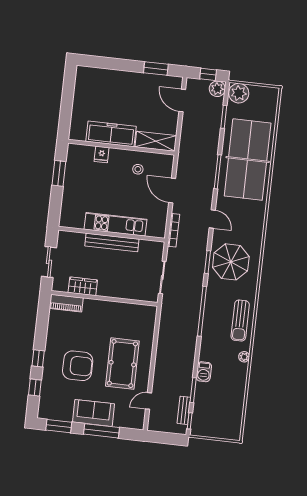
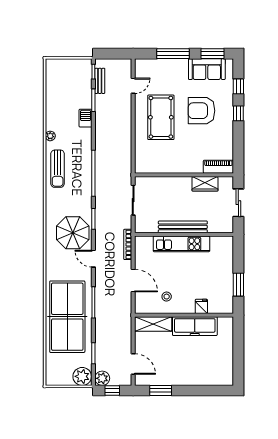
parasol: (231, 262) -> (73, 233), moved
sun lounger: (240, 321) -> (58, 169), turned 180
sofa: (94, 413) -> (207, 69), moved

